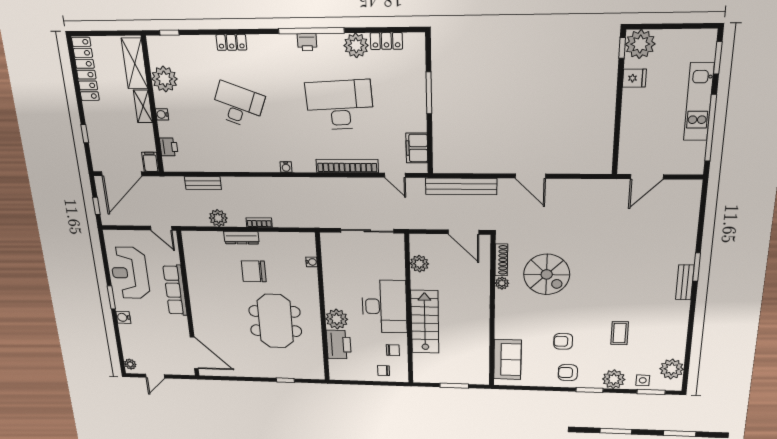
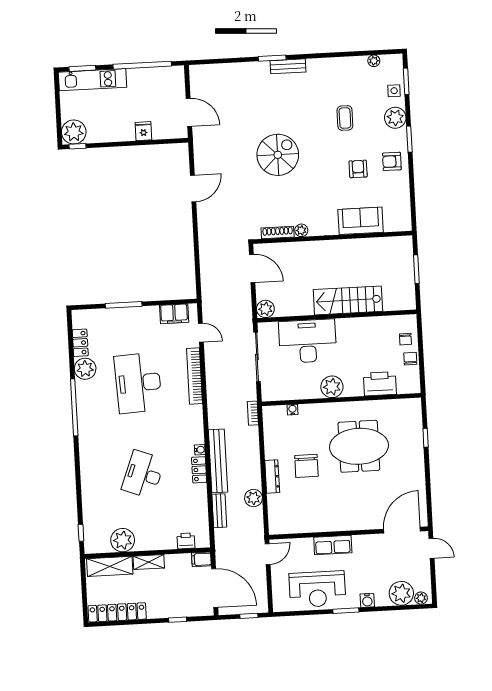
locker: (231, 42) -> (199, 470), moved, turned 180
printer: (307, 42) -> (84, 411), removed
fridge: (634, 78) -> (143, 131), moved
kitchen unit: (699, 102) -> (92, 80), moved
water cooler: (162, 114) -> (155, 545), removed
water cooler: (286, 167) -> (200, 450), moved
door: (395, 175) -> (201, 333), hinge flipped
door: (530, 176) -> (193, 189), moved
bench: (461, 186) -> (218, 461), moved
bookcase: (259, 222) -> (253, 413), moved
door: (464, 232) -> (252, 268), hinge flipped
plant: (419, 264) -> (265, 309), moved
spiral stairs: (547, 274) -> (278, 155), moved
row of seats: (175, 290) -> (333, 545), width x0.68
desk: (384, 307) -> (308, 341), moved
plant: (337, 319) -> (332, 387), moved
coffee table: (620, 333) -> (345, 118), turned 90
armchair: (563, 341) -> (358, 169), turned 180
plant: (133, 348) -> (401, 593), added
chair: (393, 350) -> (410, 359), moved
sofa: (507, 359) -> (361, 221), moved
plant: (672, 369) -> (374, 61), width x0.53, depth x0.53
armchair: (568, 373) -> (392, 161), turned 90
door: (155, 376) -> (432, 548), moved

